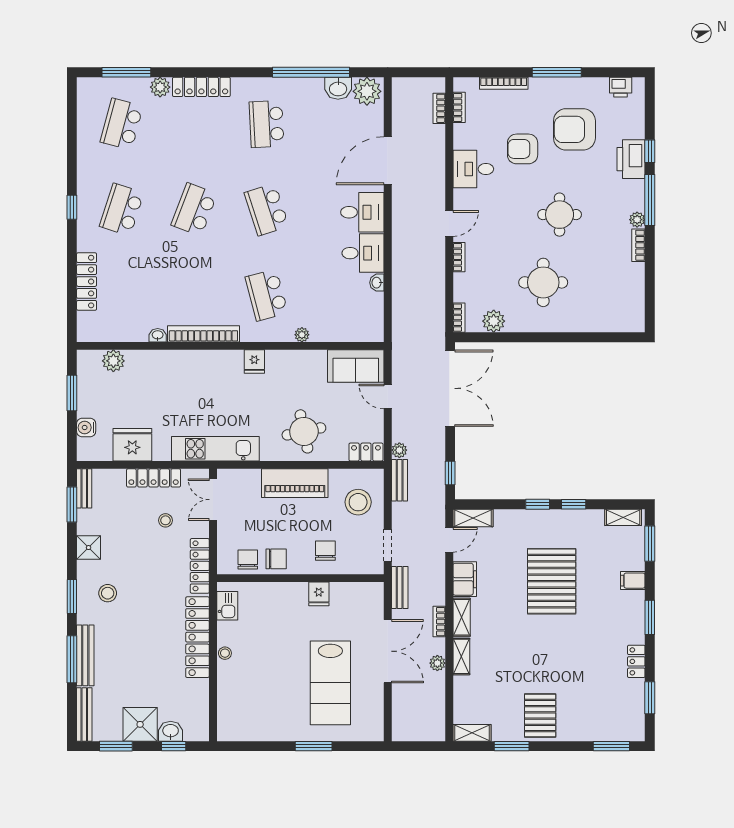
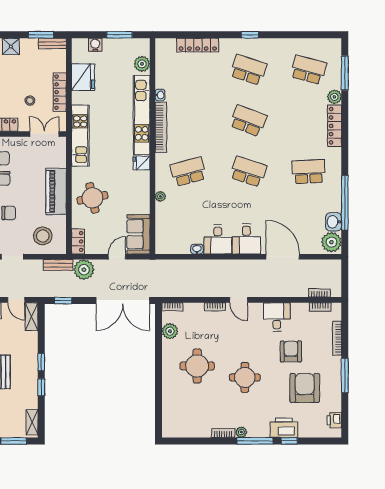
school desk: (267, 210) -> (248, 172), turned 36
kitchen unit: (186, 361) -> (142, 115), added
plant: (399, 450) -> (84, 270), width x1.87, depth x1.87

